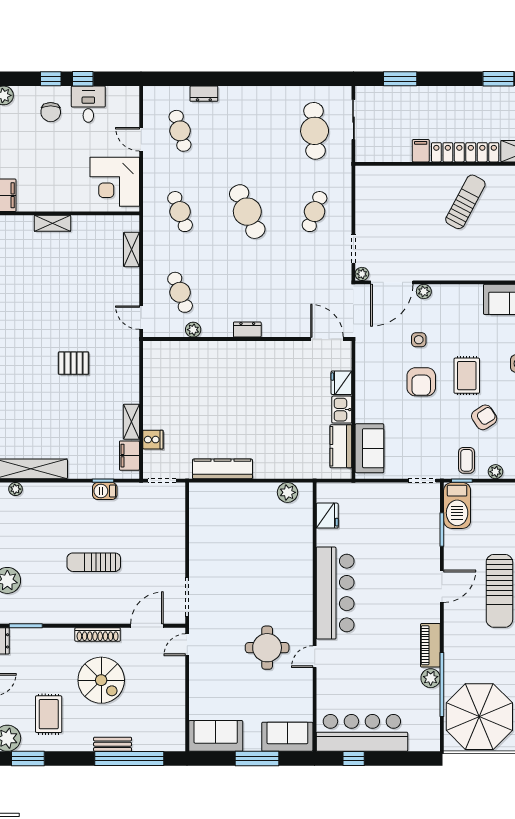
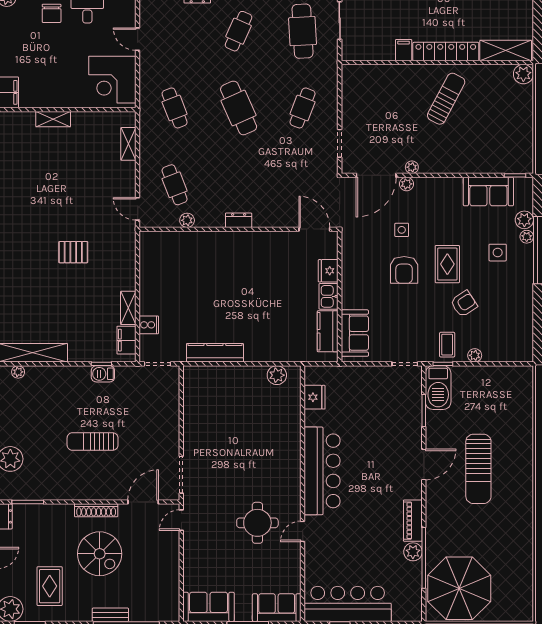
cafe table: (180, 131) -> (239, 31), moved, turned 39
plant: (362, 274) -> (412, 167), moved

